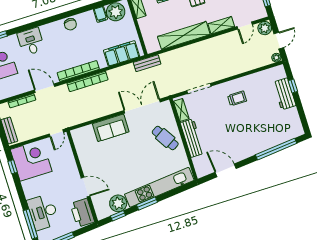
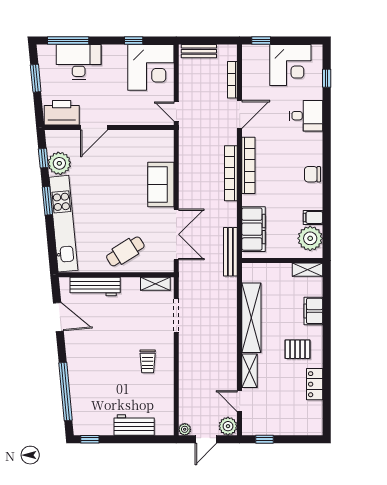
door: (279, 41) -> (206, 439), hinge flipped
bench: (147, 63) -> (230, 252), width x1.36
window: (293, 86) -> (90, 439), moved
workbench: (192, 138) -> (95, 287), moved
window: (13, 167) -> (134, 41), moved
door: (226, 170) -> (58, 317), hinge flipped

